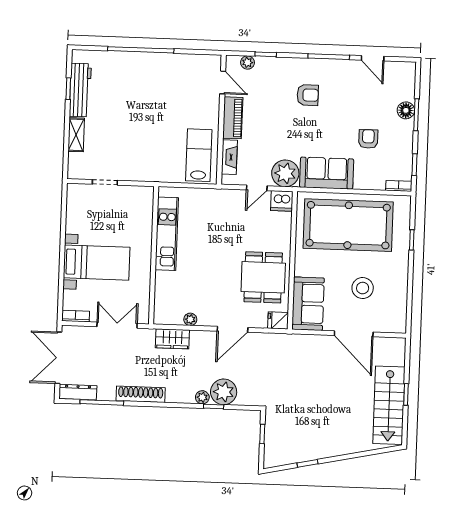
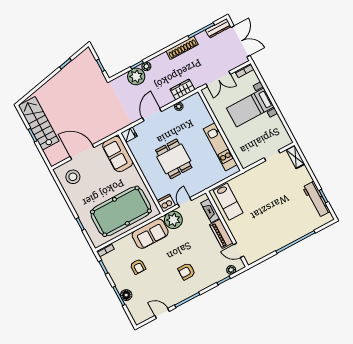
shelving: (76, 135) -> (295, 157), moved
dining table: (263, 277) -> (174, 159), moved
stool: (363, 288) -> (73, 177), moved

